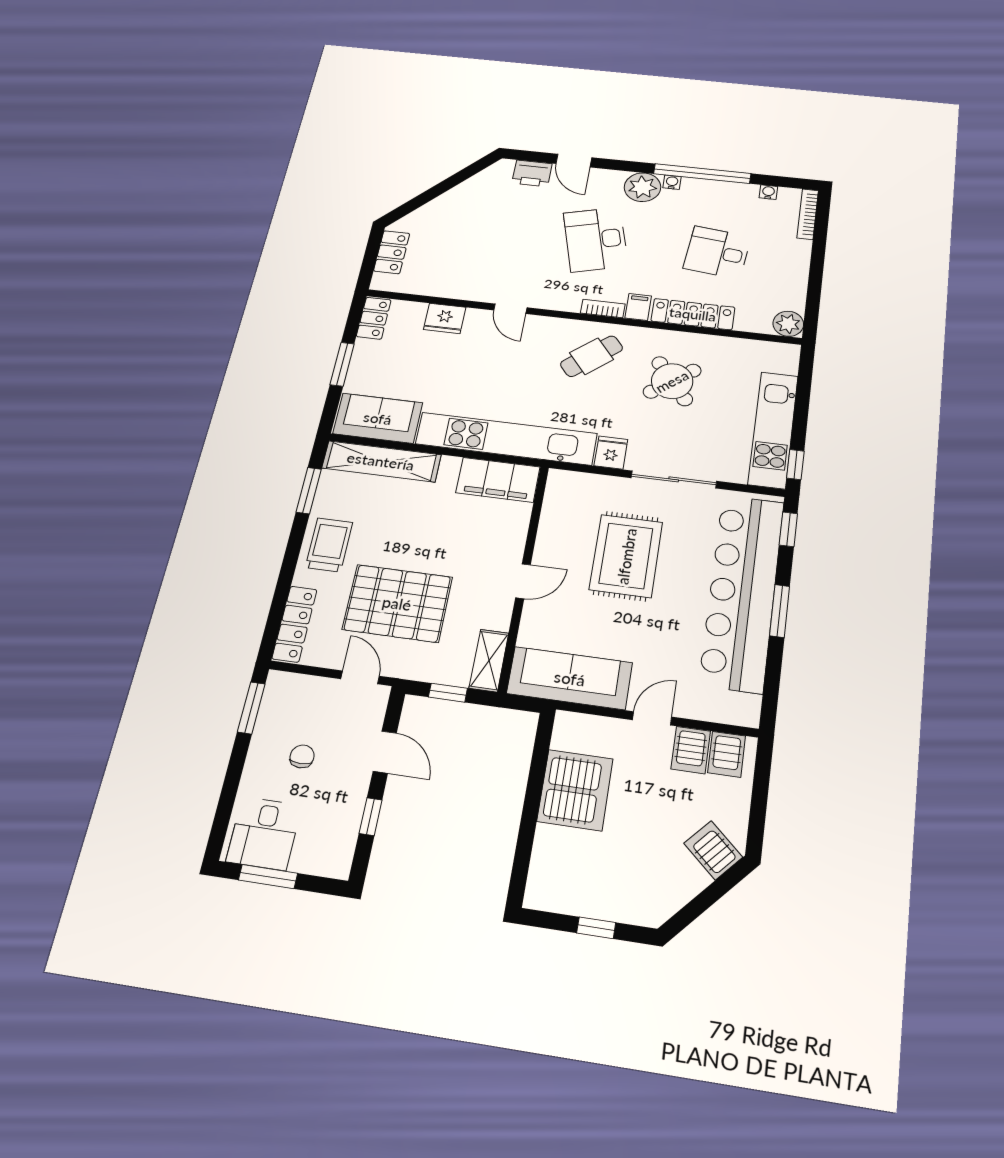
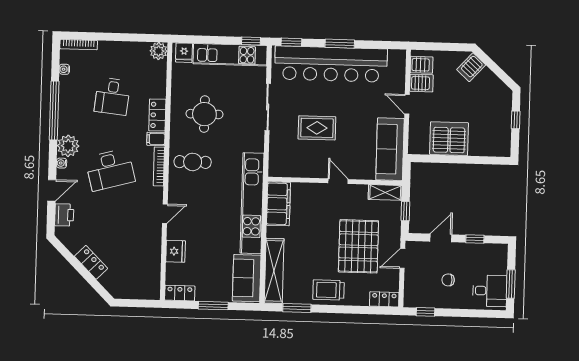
water cooler: (672, 182) -> (62, 163), moved
locker: (392, 252) -> (91, 262), moved, turned 45
bookcase: (603, 309) -> (159, 166), width x1.56
locker: (693, 314) -> (157, 115), width x0.66
cafe table: (592, 356) -> (193, 162), turned -50
round table: (672, 381) -> (204, 114), turned 38
fridge: (611, 453) -> (184, 53), moved, turned -90
rug: (626, 556) -> (317, 128), width x0.73, depth x0.70
locker: (295, 624) -> (384, 299), width x0.66
window: (251, 708) -> (426, 312), width x0.67

